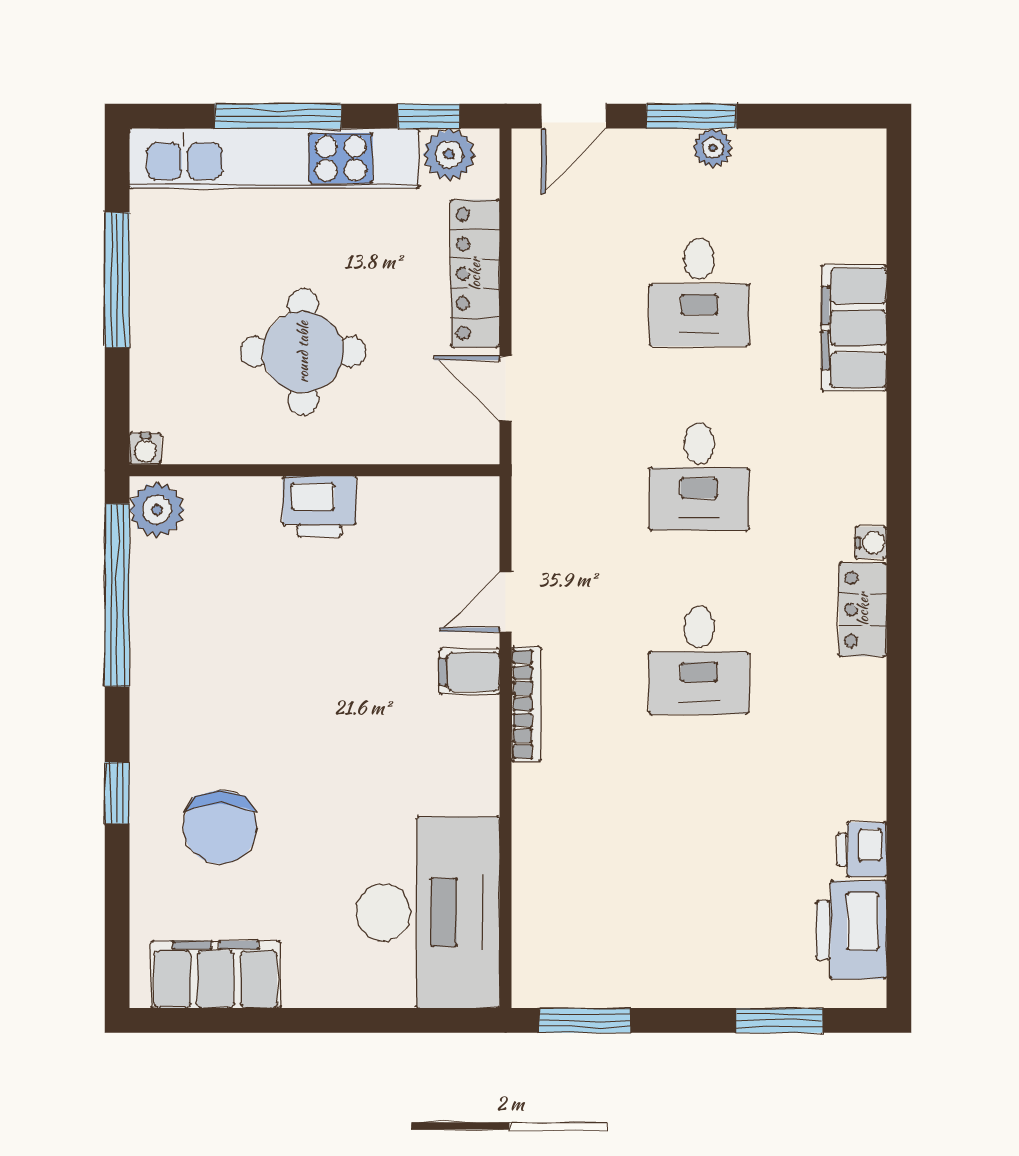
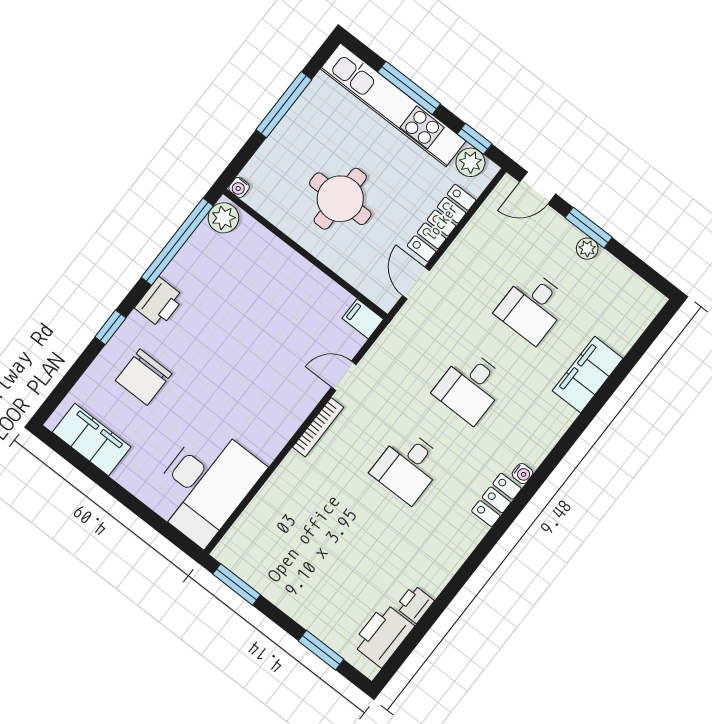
printer: (319, 507) -> (160, 302), moved, turned -90
filing cabinet: (469, 672) -> (363, 319), moved

